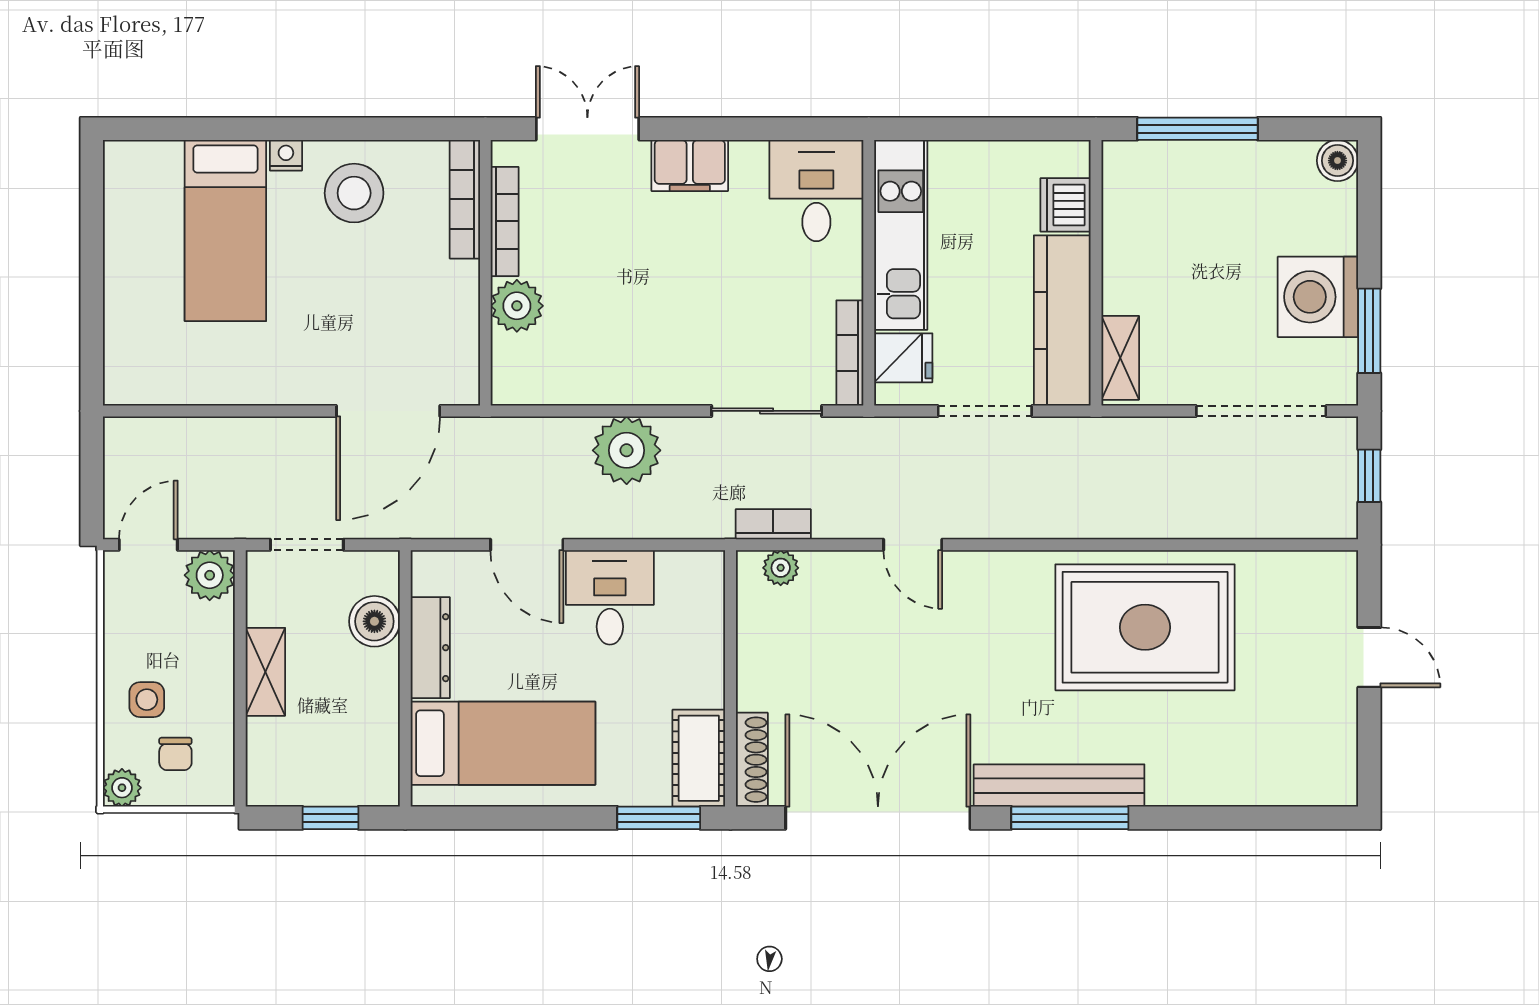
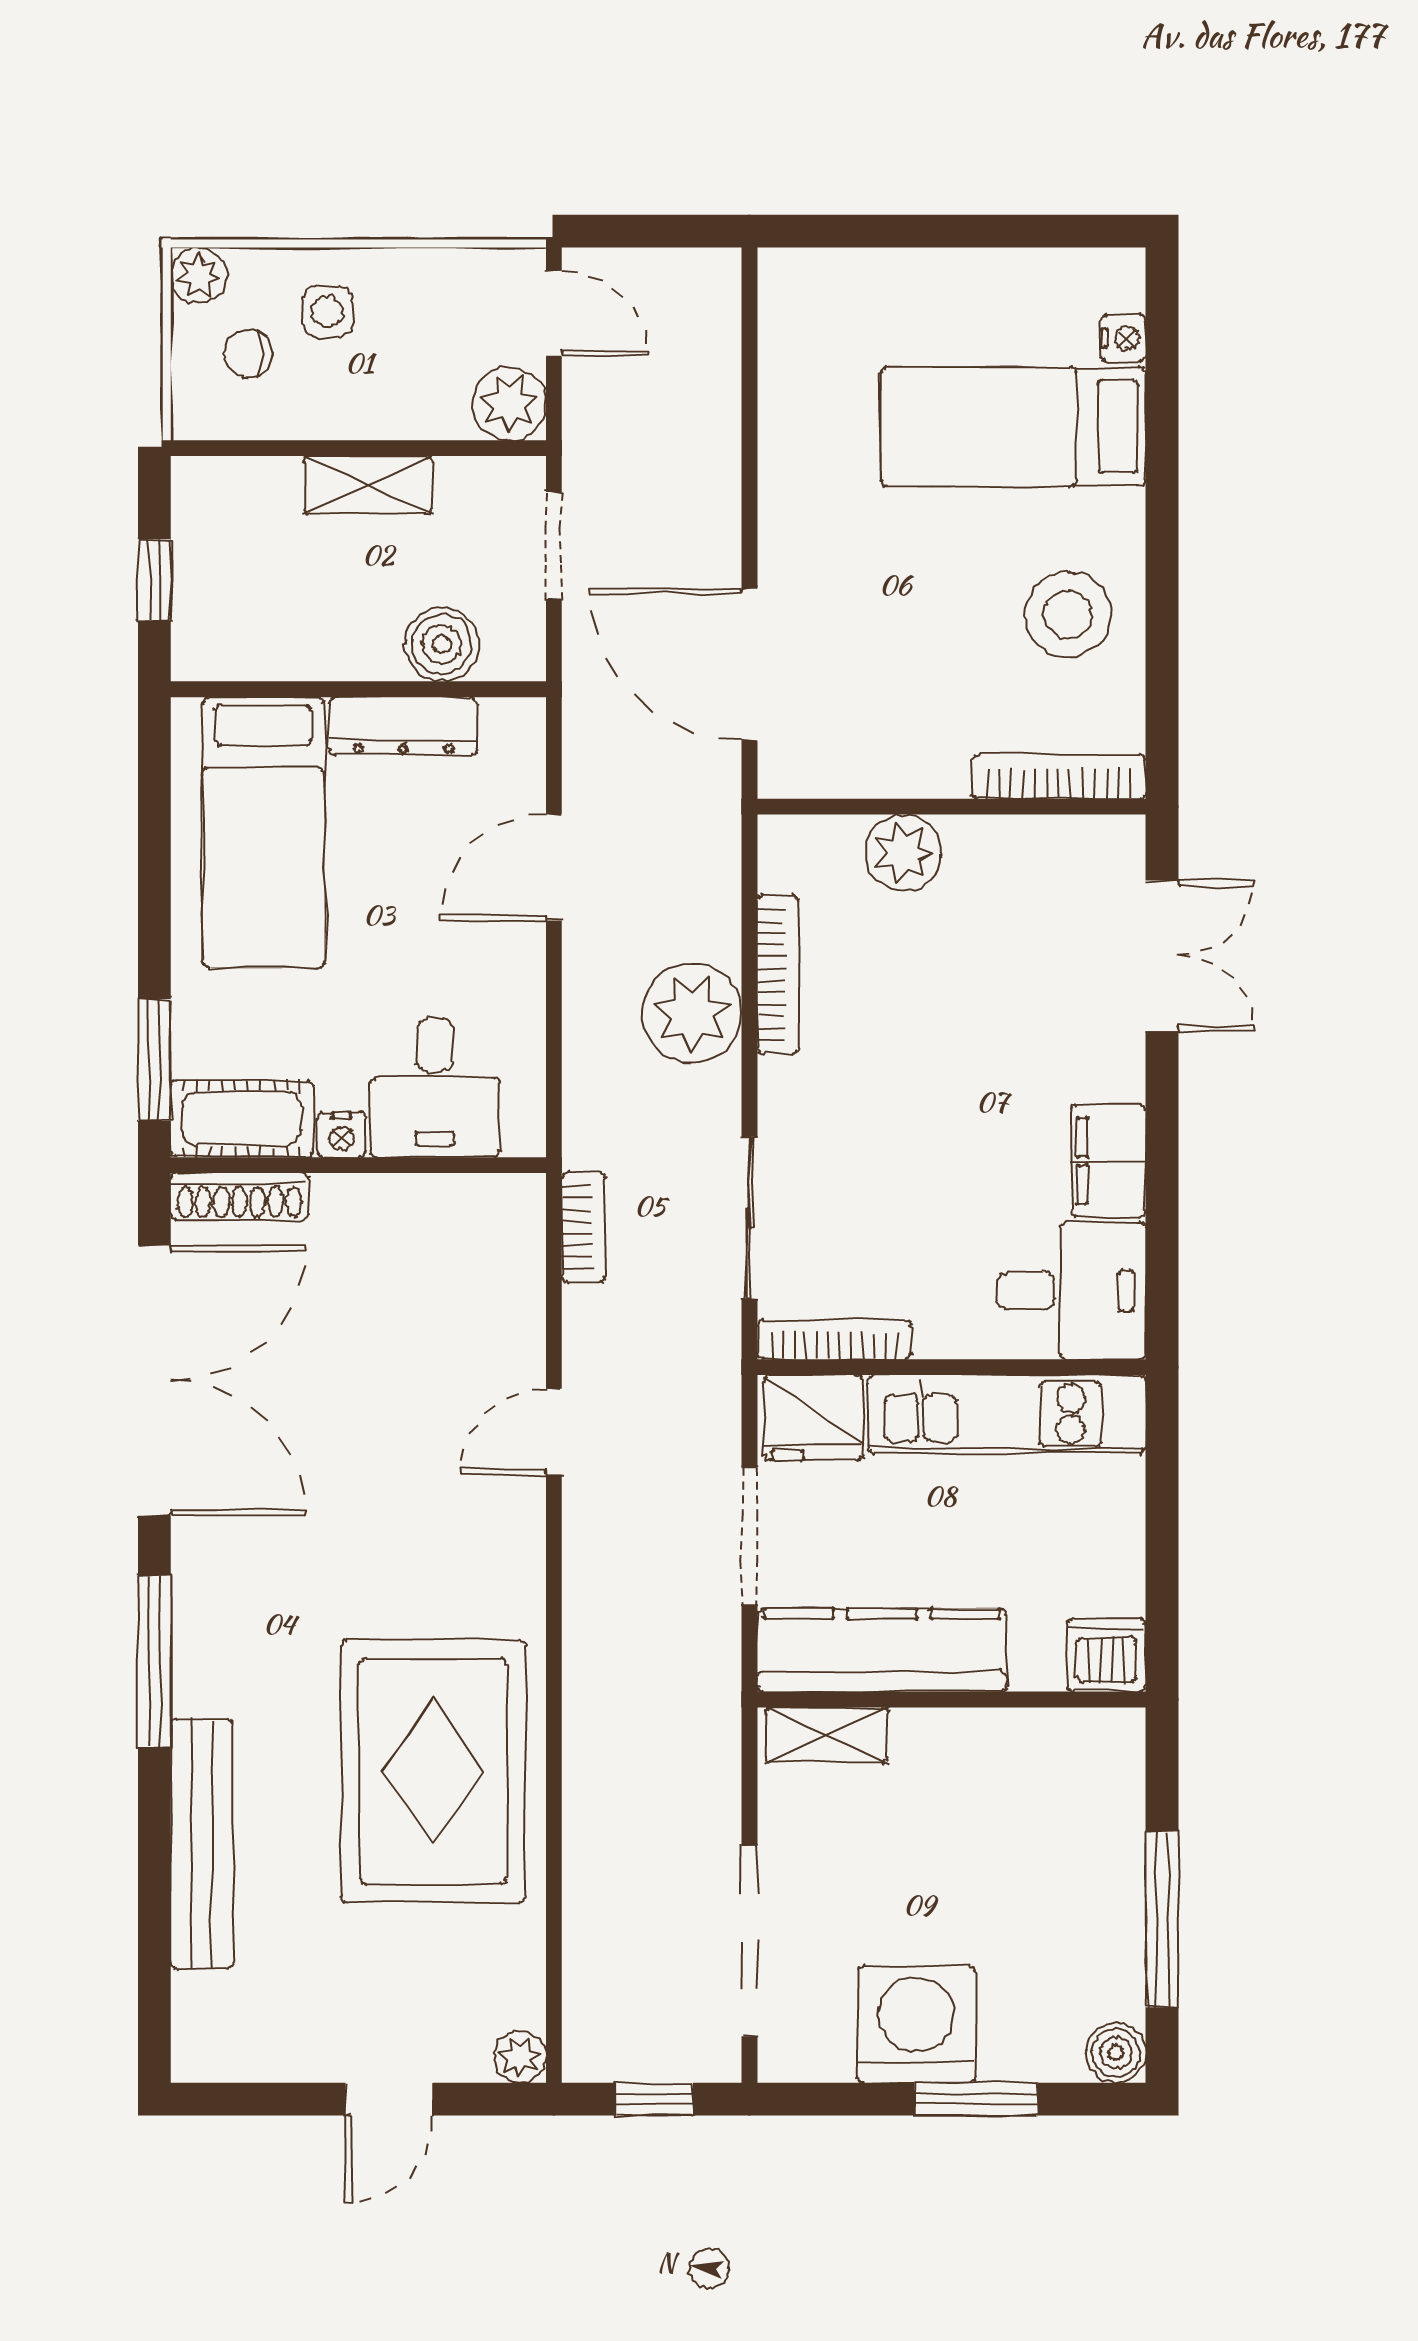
window: (1198, 129) -> (1162, 1919), moved
nightstand: (286, 155) -> (1123, 338), moved
filing cabinet: (690, 166) -> (1108, 1161), moved
dishwasher: (1066, 205) -> (1106, 1655), moved
bookcase: (505, 221) -> (778, 975), moved, turned -90
window: (1369, 331) -> (976, 2099), moved
fridge: (903, 358) -> (813, 1418), width x1.38
plant: (781, 568) -> (520, 2057), moved
desk: (610, 597) -> (435, 1088), moved, turned 90
nightstand: (710, 690) -> (342, 1135), added
bench: (1059, 785) -> (202, 1844), moved

